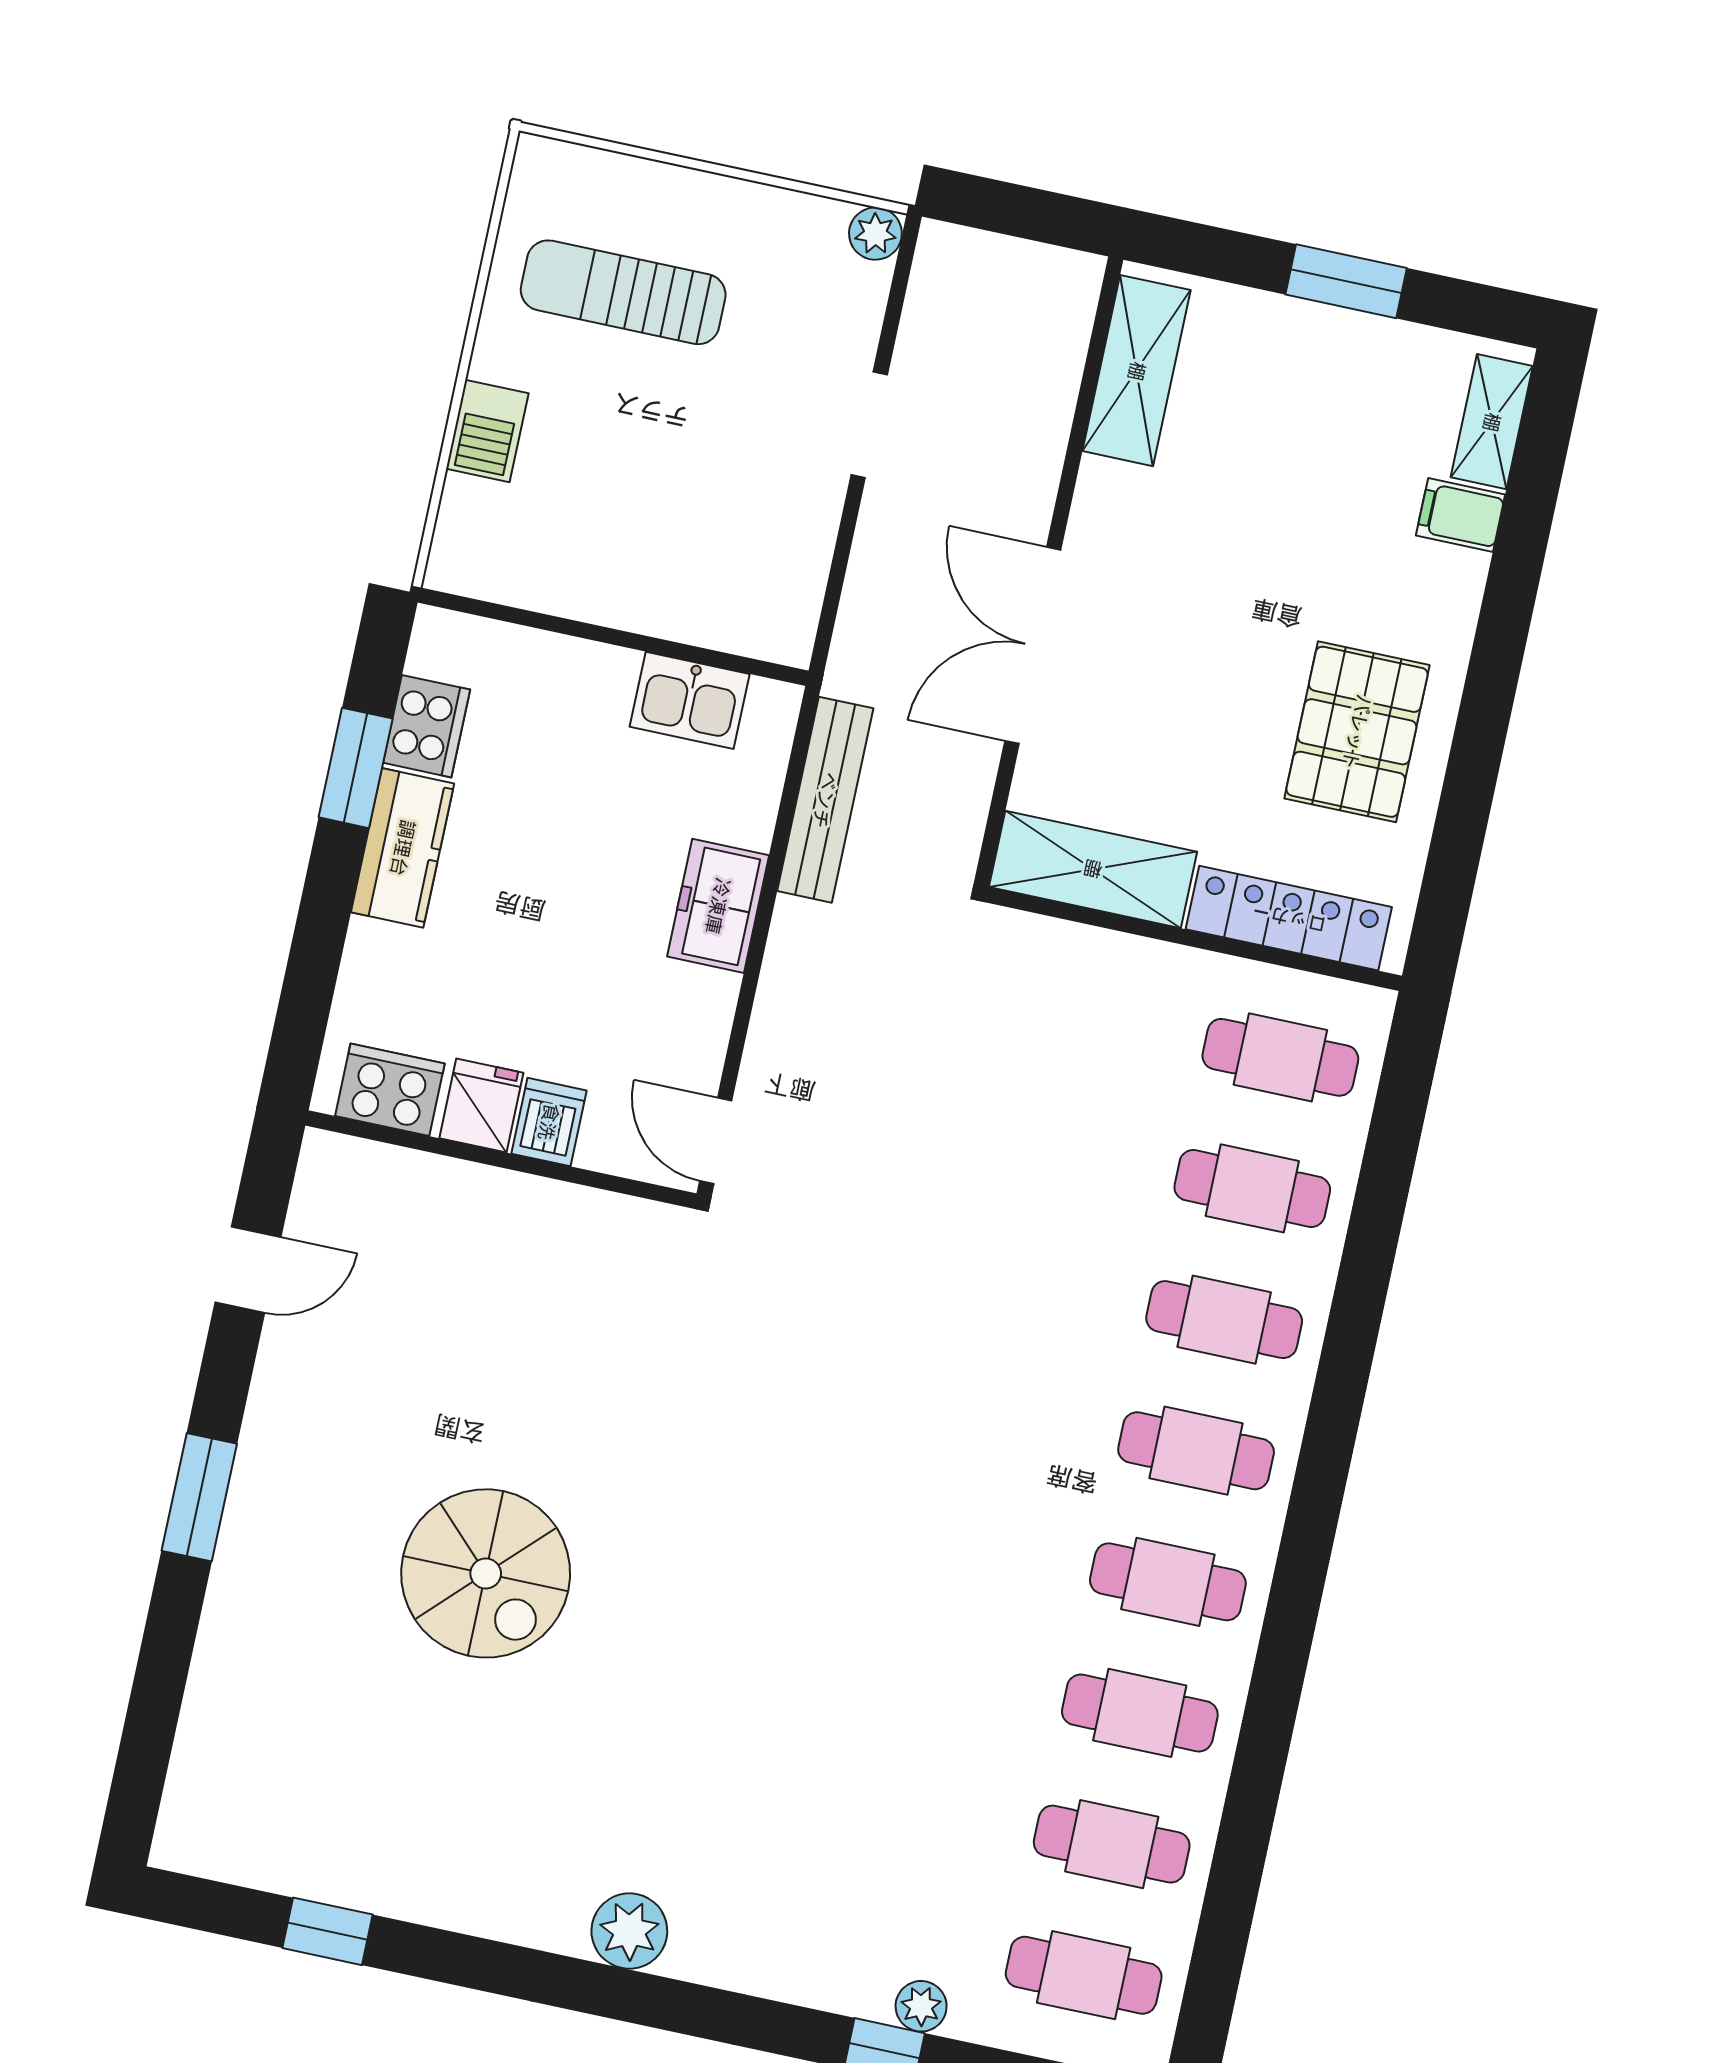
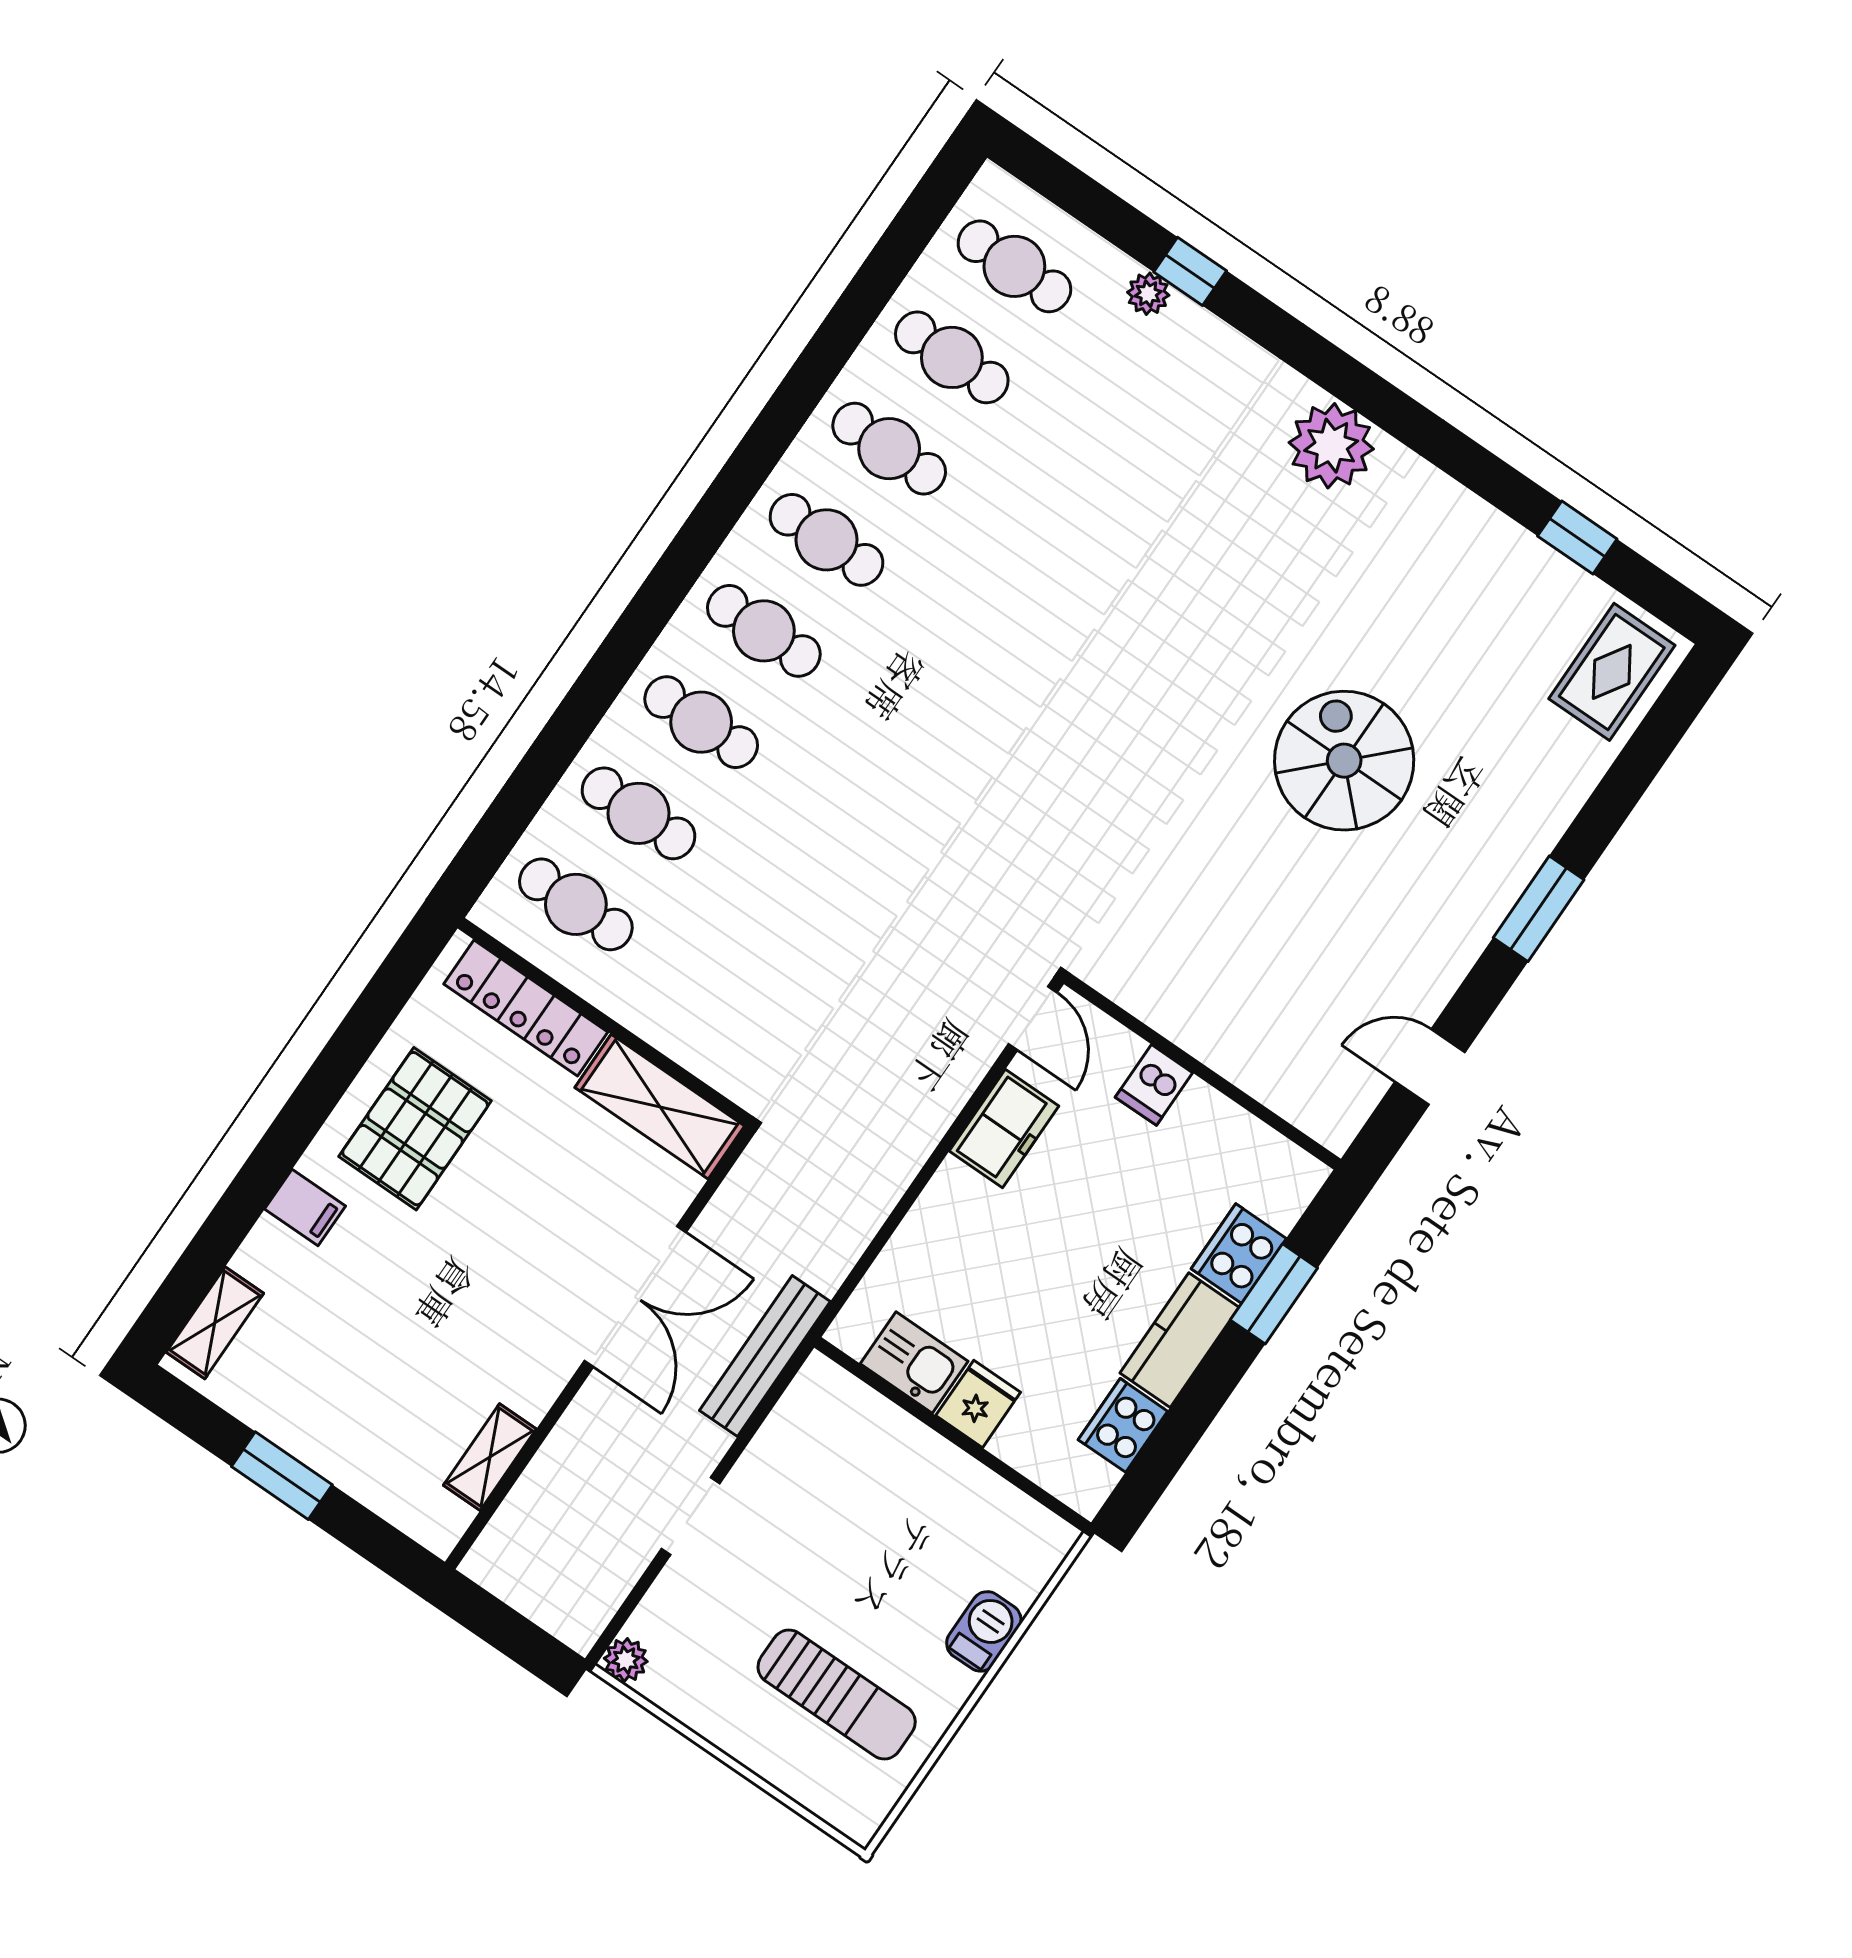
shelving: (1137, 371) -> (490, 1457), width x0.67, depth x0.75
filing cabinet: (1461, 515) -> (305, 1207), moved
window: (356, 768) -> (1274, 1294), moved
bench: (825, 800) -> (765, 1356), moved
freezer: (718, 906) -> (1004, 1129), moved
cooker: (390, 1090) -> (1239, 1254), moved, turned 90
fridge: (481, 1106) -> (978, 1404), moved, turned 180
rug: (227, 1797) -> (1612, 672), added
plant: (629, 1931) -> (1331, 446), width x1.36, depth x1.36

